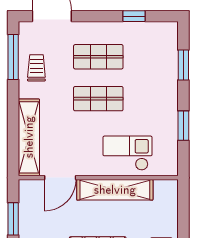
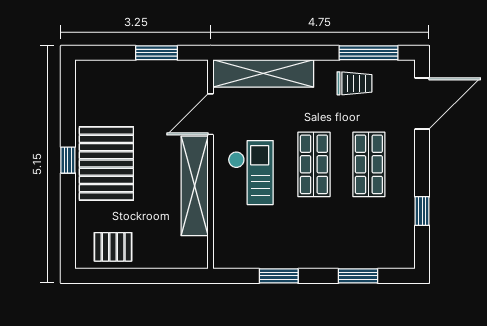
checkout: (127, 153) -> (251, 173), moved
door: (60, 178) -> (210, 114), hinge flipped

